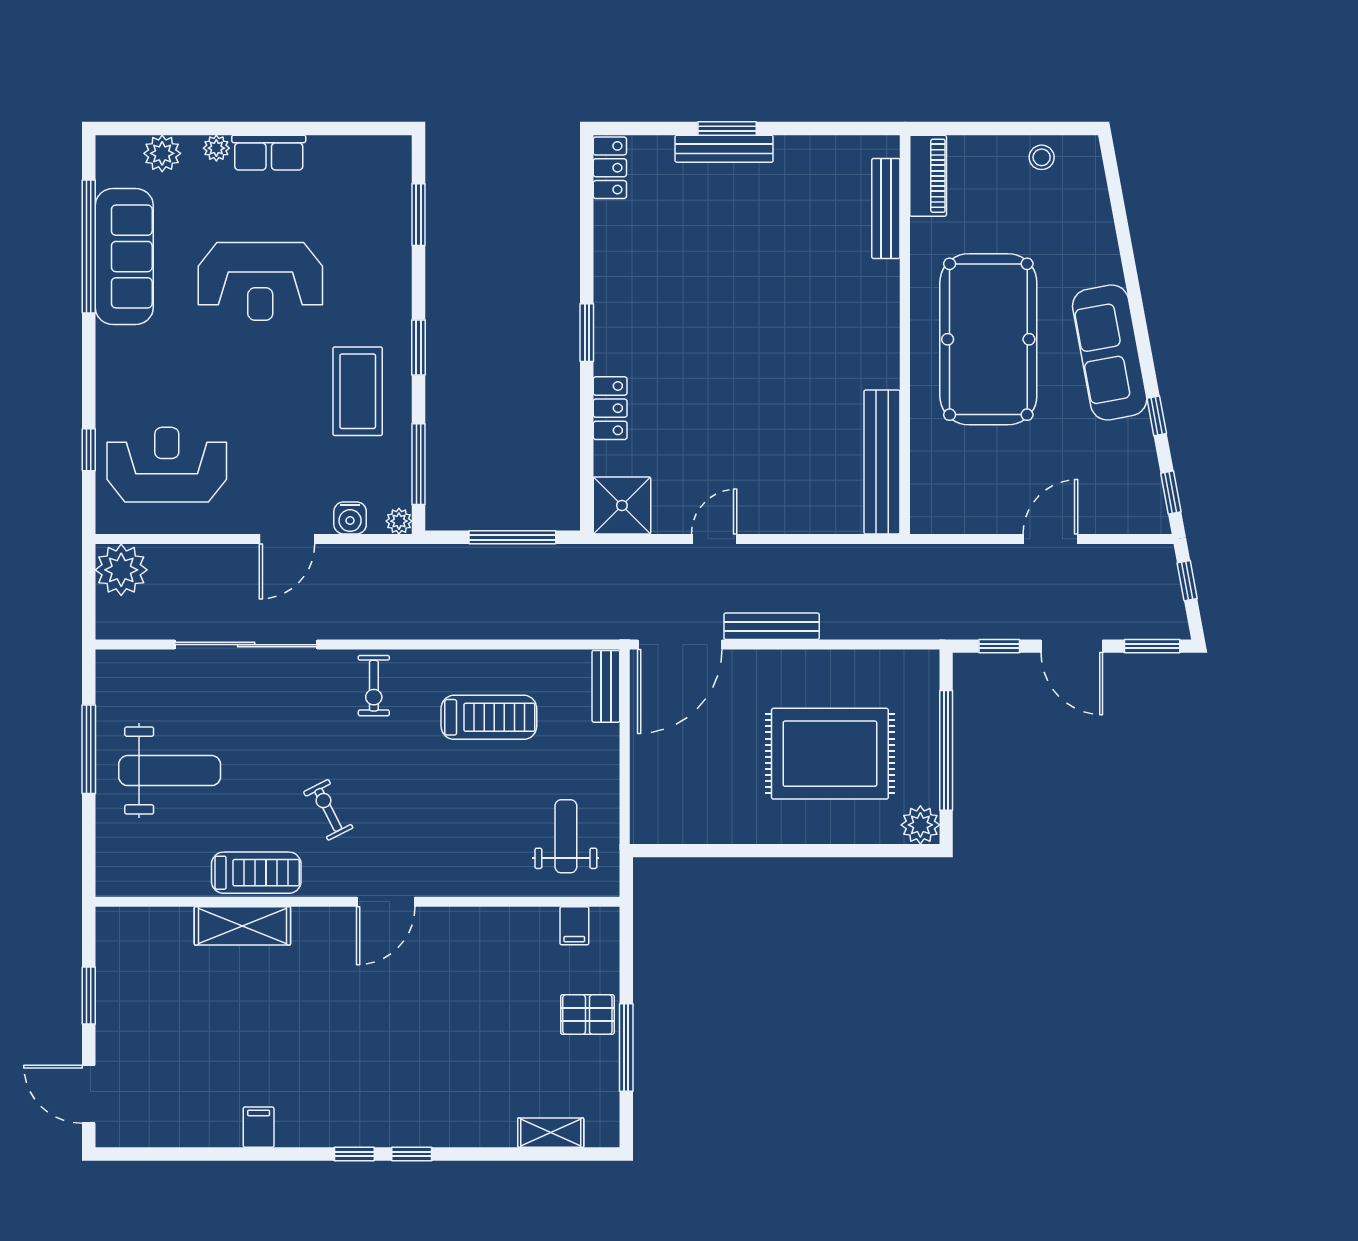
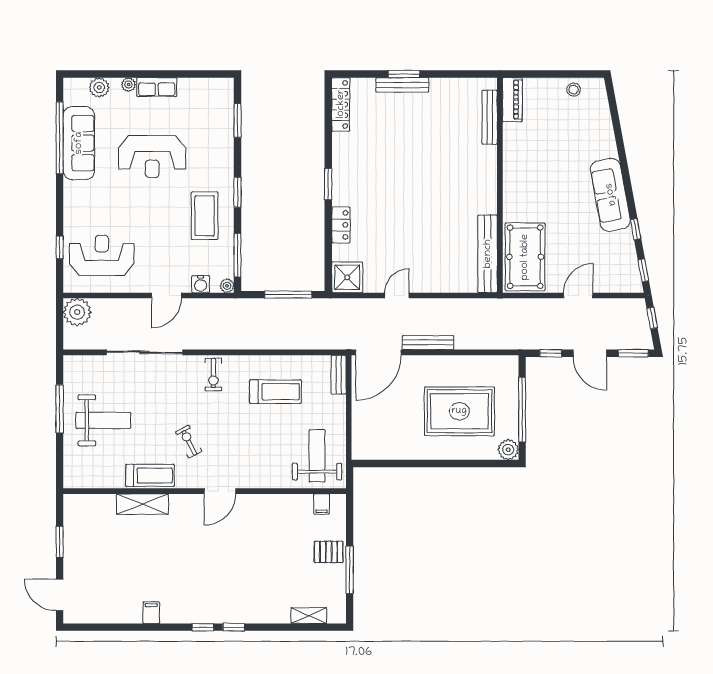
locker: (610, 168) -> (341, 104), width x1.53
pool table: (988, 339) -> (525, 257), moved, width x0.73, depth x0.76
weight bench: (566, 836) -> (317, 456), width x1.36, depth x1.33

